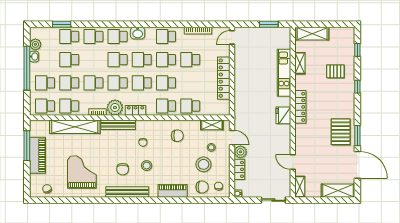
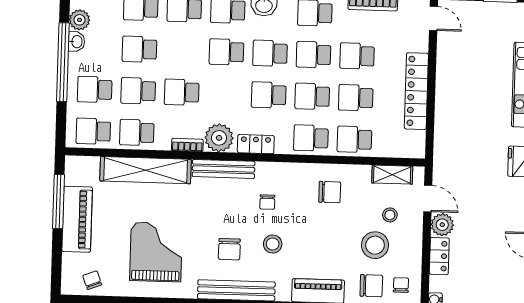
door: (232, 37) -> (433, 18), swing flipped
school desk: (118, 83) -> (356, 98), moved

